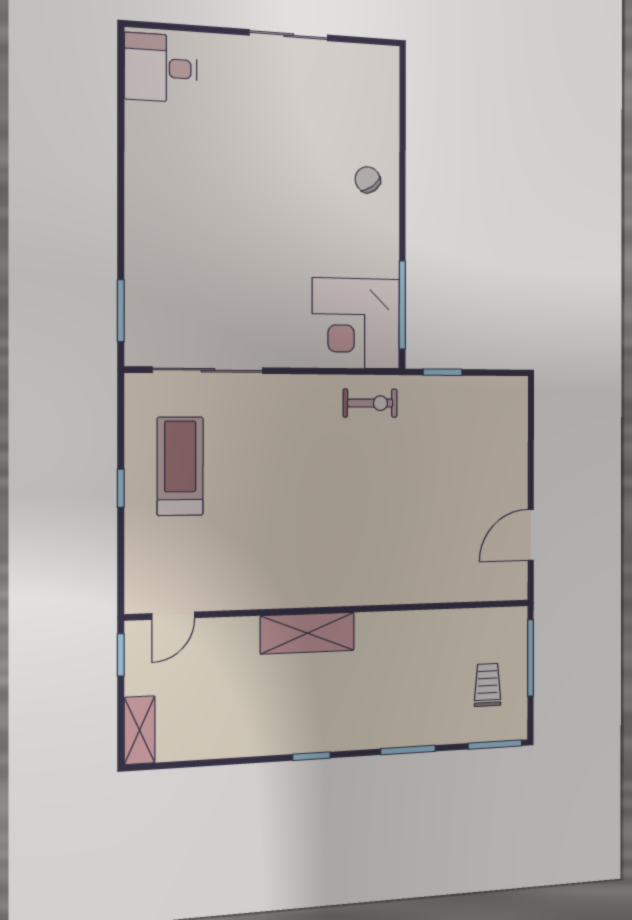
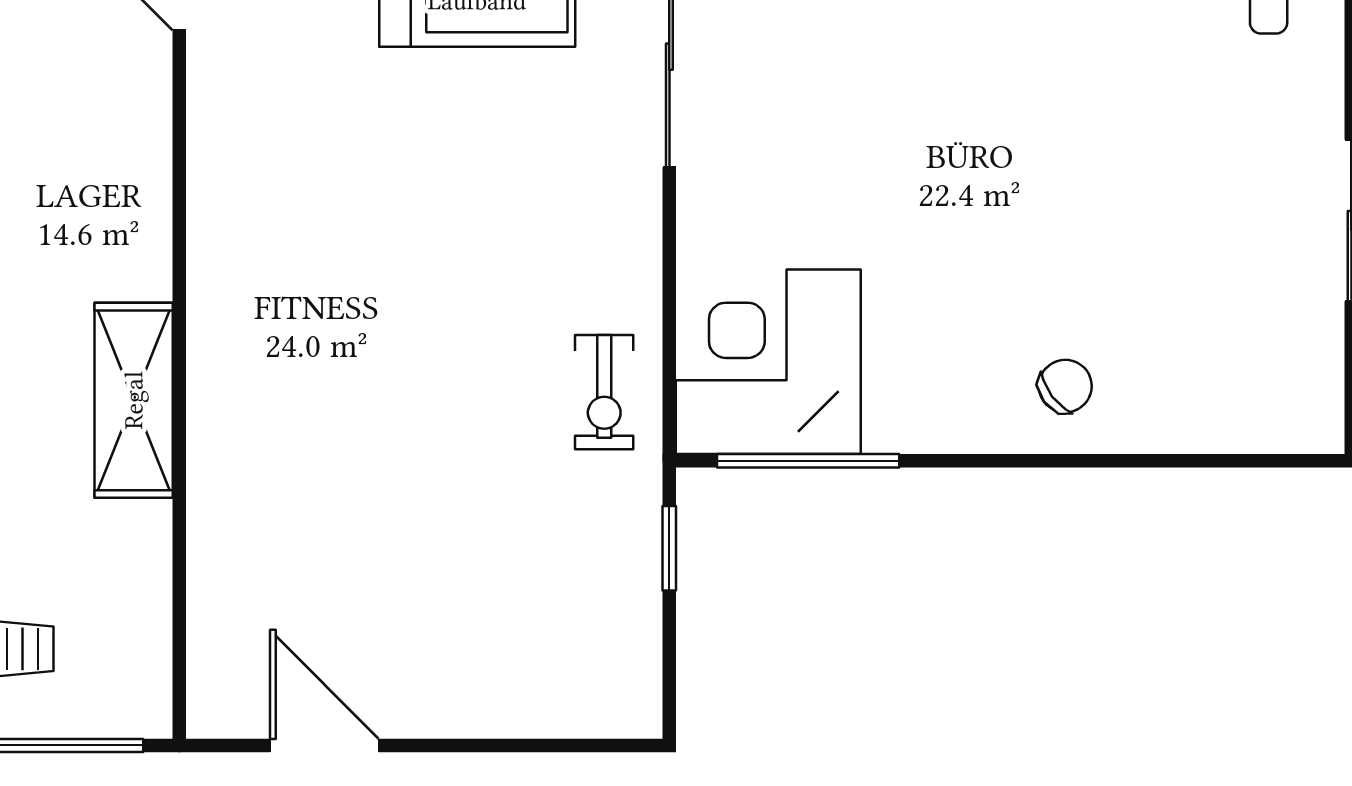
shelving: (307, 633) -> (134, 400), moved

